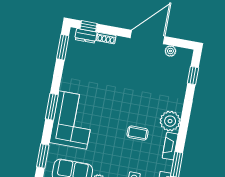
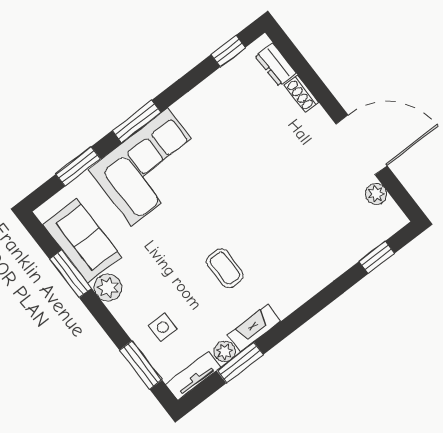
window: (89, 26) -> (292, 54), removed
window: (63, 47) -> (228, 51), width x0.67
plant: (170, 121) -> (225, 352), moved, width x0.53, depth x0.53
window: (43, 156) -> (78, 167), moved

